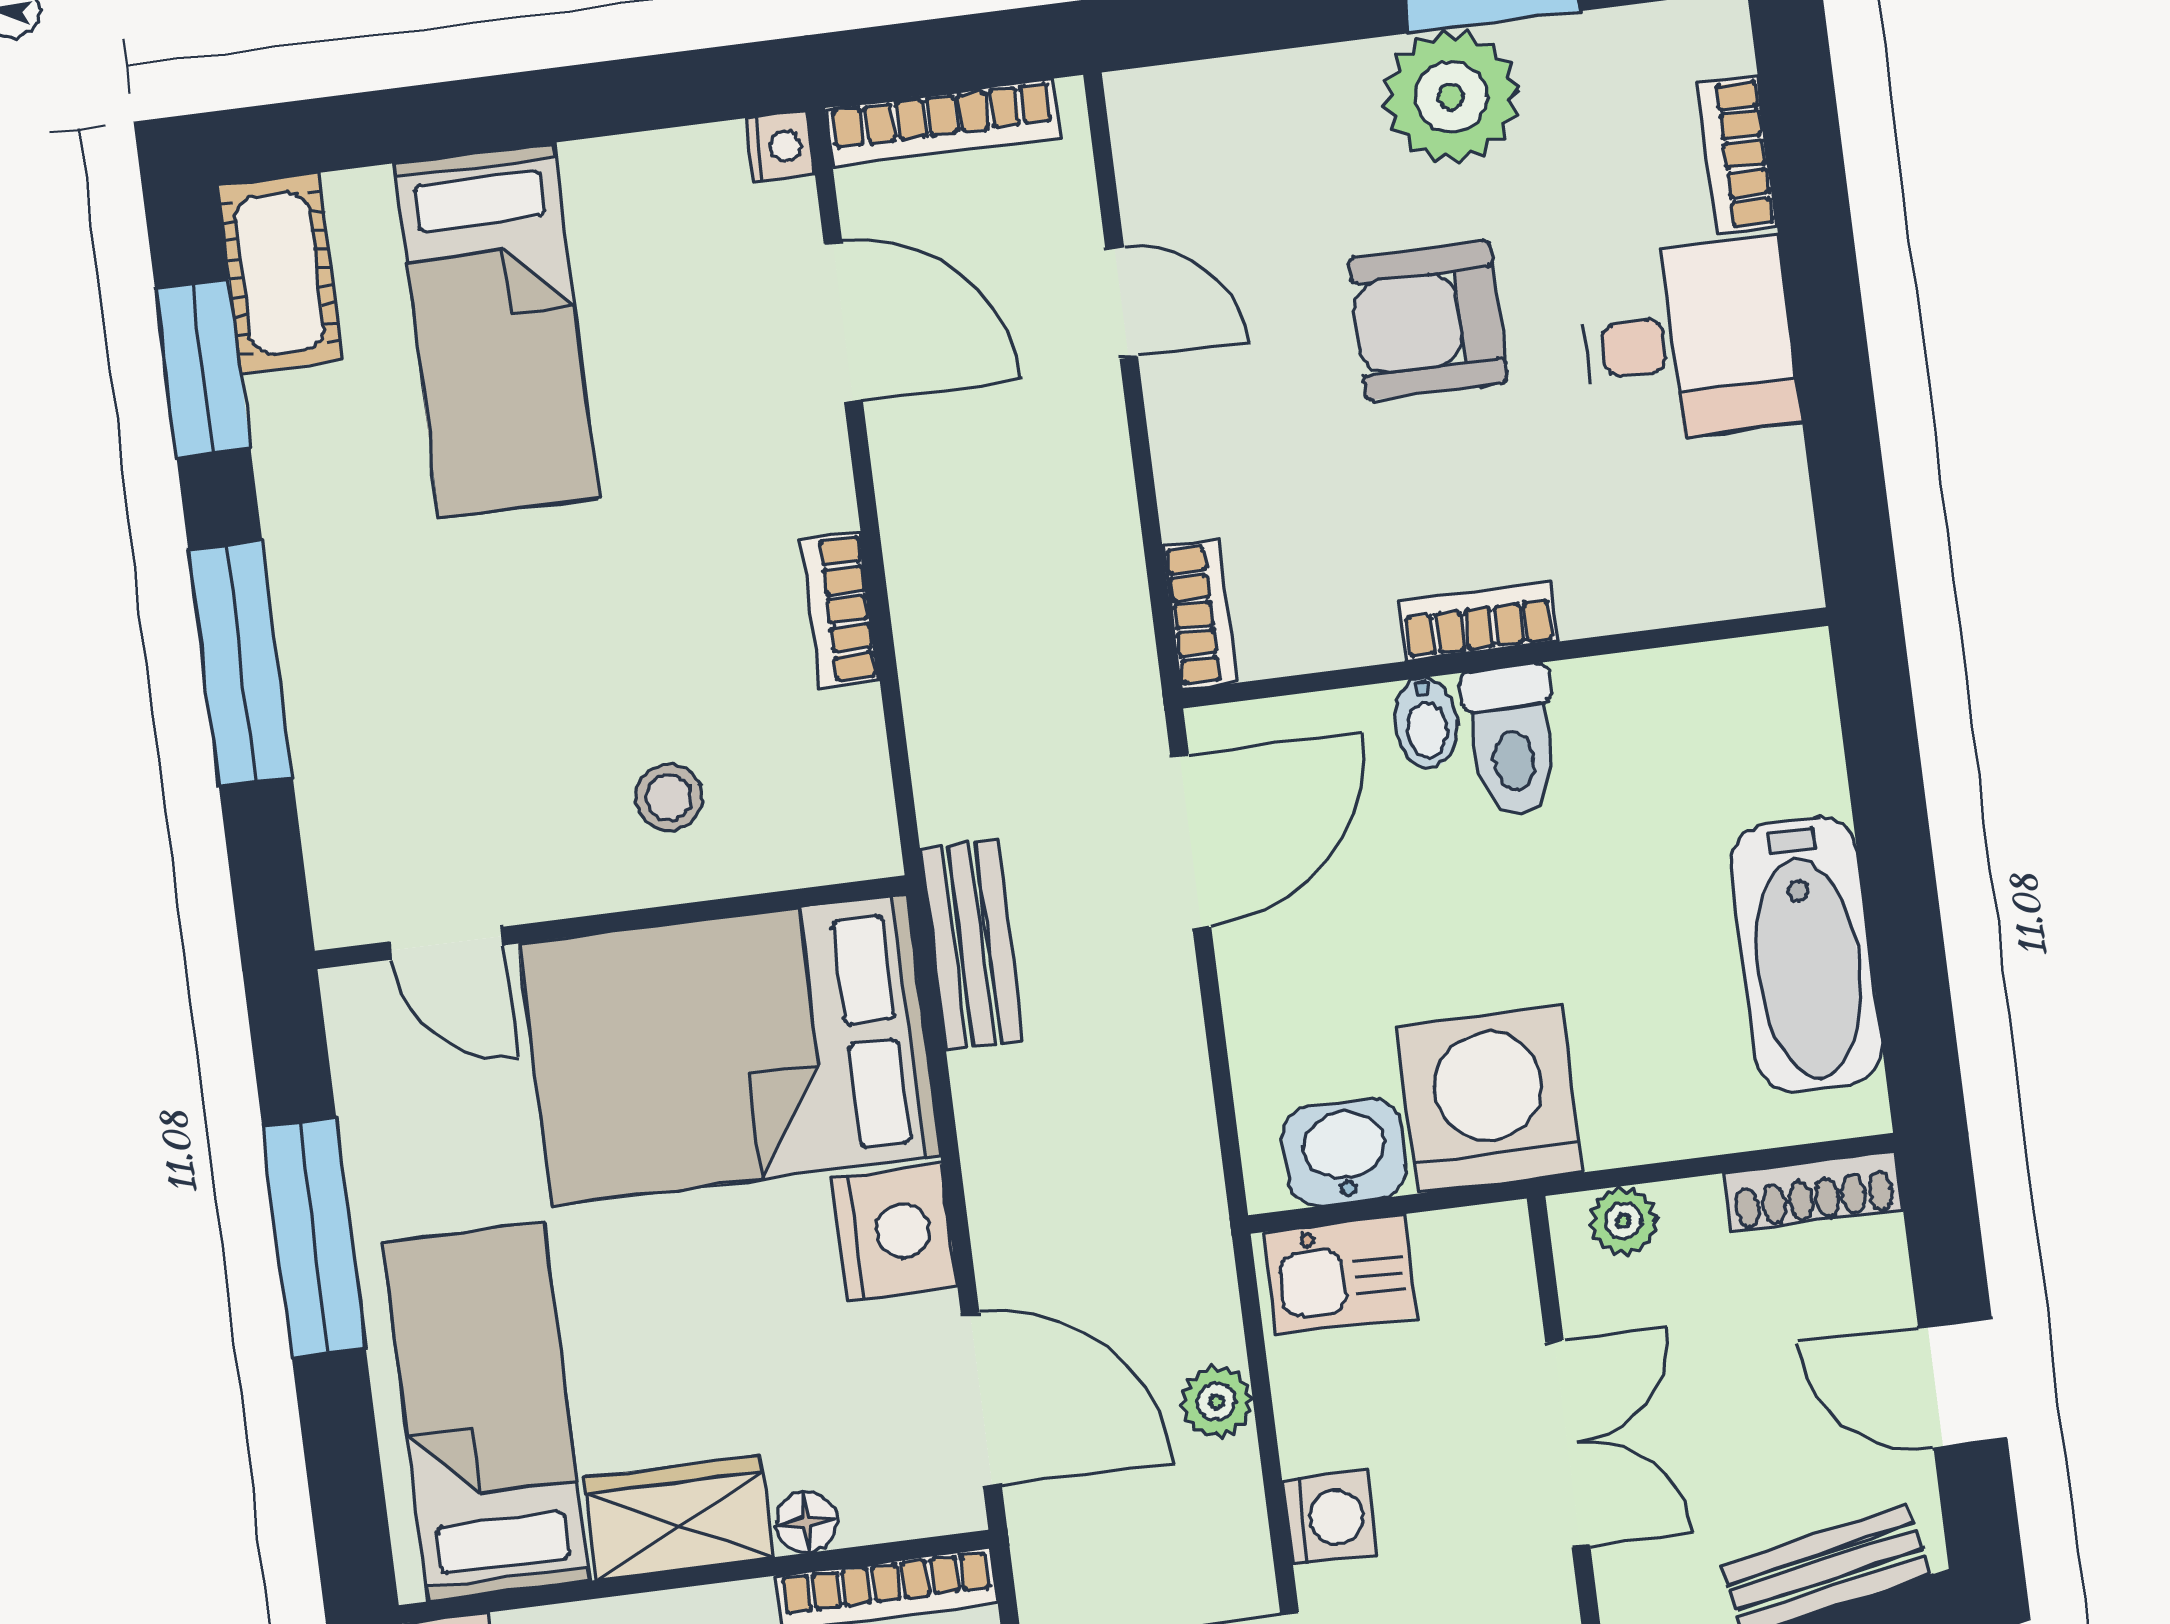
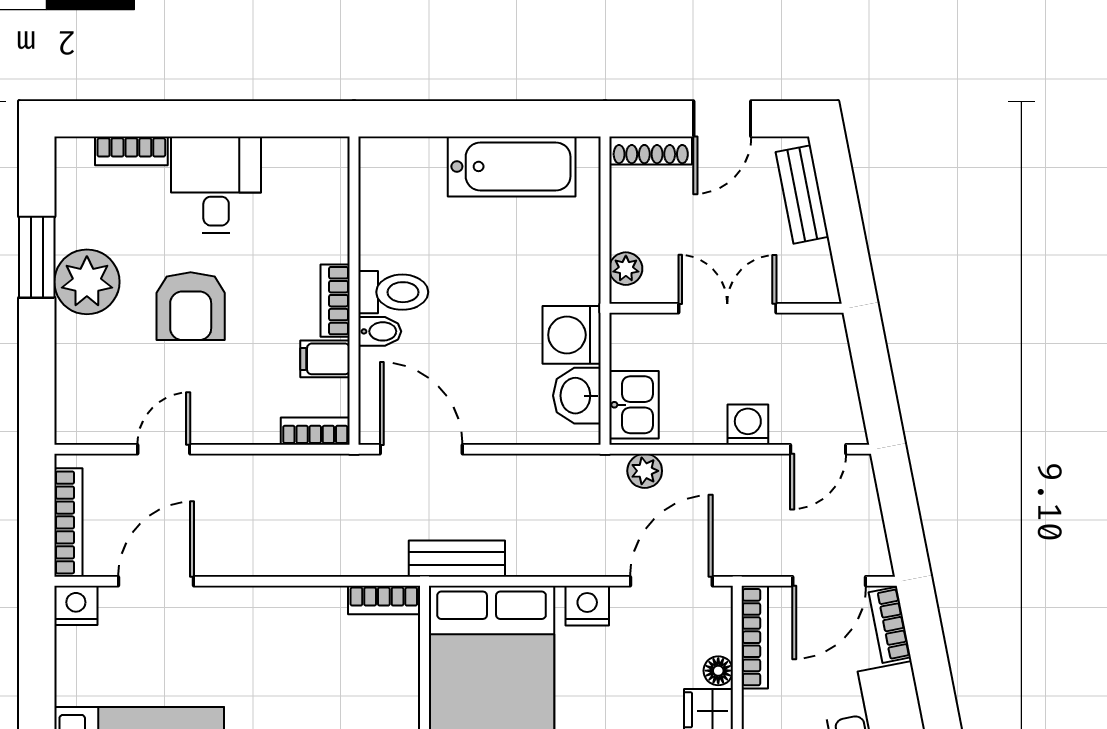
nightstand: (780, 146) -> (76, 605), width x1.39, depth x1.35
bookcase: (840, 610) -> (384, 600), moved
filing cabinet: (1354, 615) -> (325, 359), added
stool: (669, 797) -> (369, 692), removed
washing machine: (1490, 1100) -> (572, 335), width x0.73, depth x0.73
shoe rack: (1813, 1192) -> (651, 150), moved, turned 90
nightstand: (894, 1232) -> (587, 606), width x0.74, depth x0.75
plant: (1216, 1402) -> (645, 471), moved

